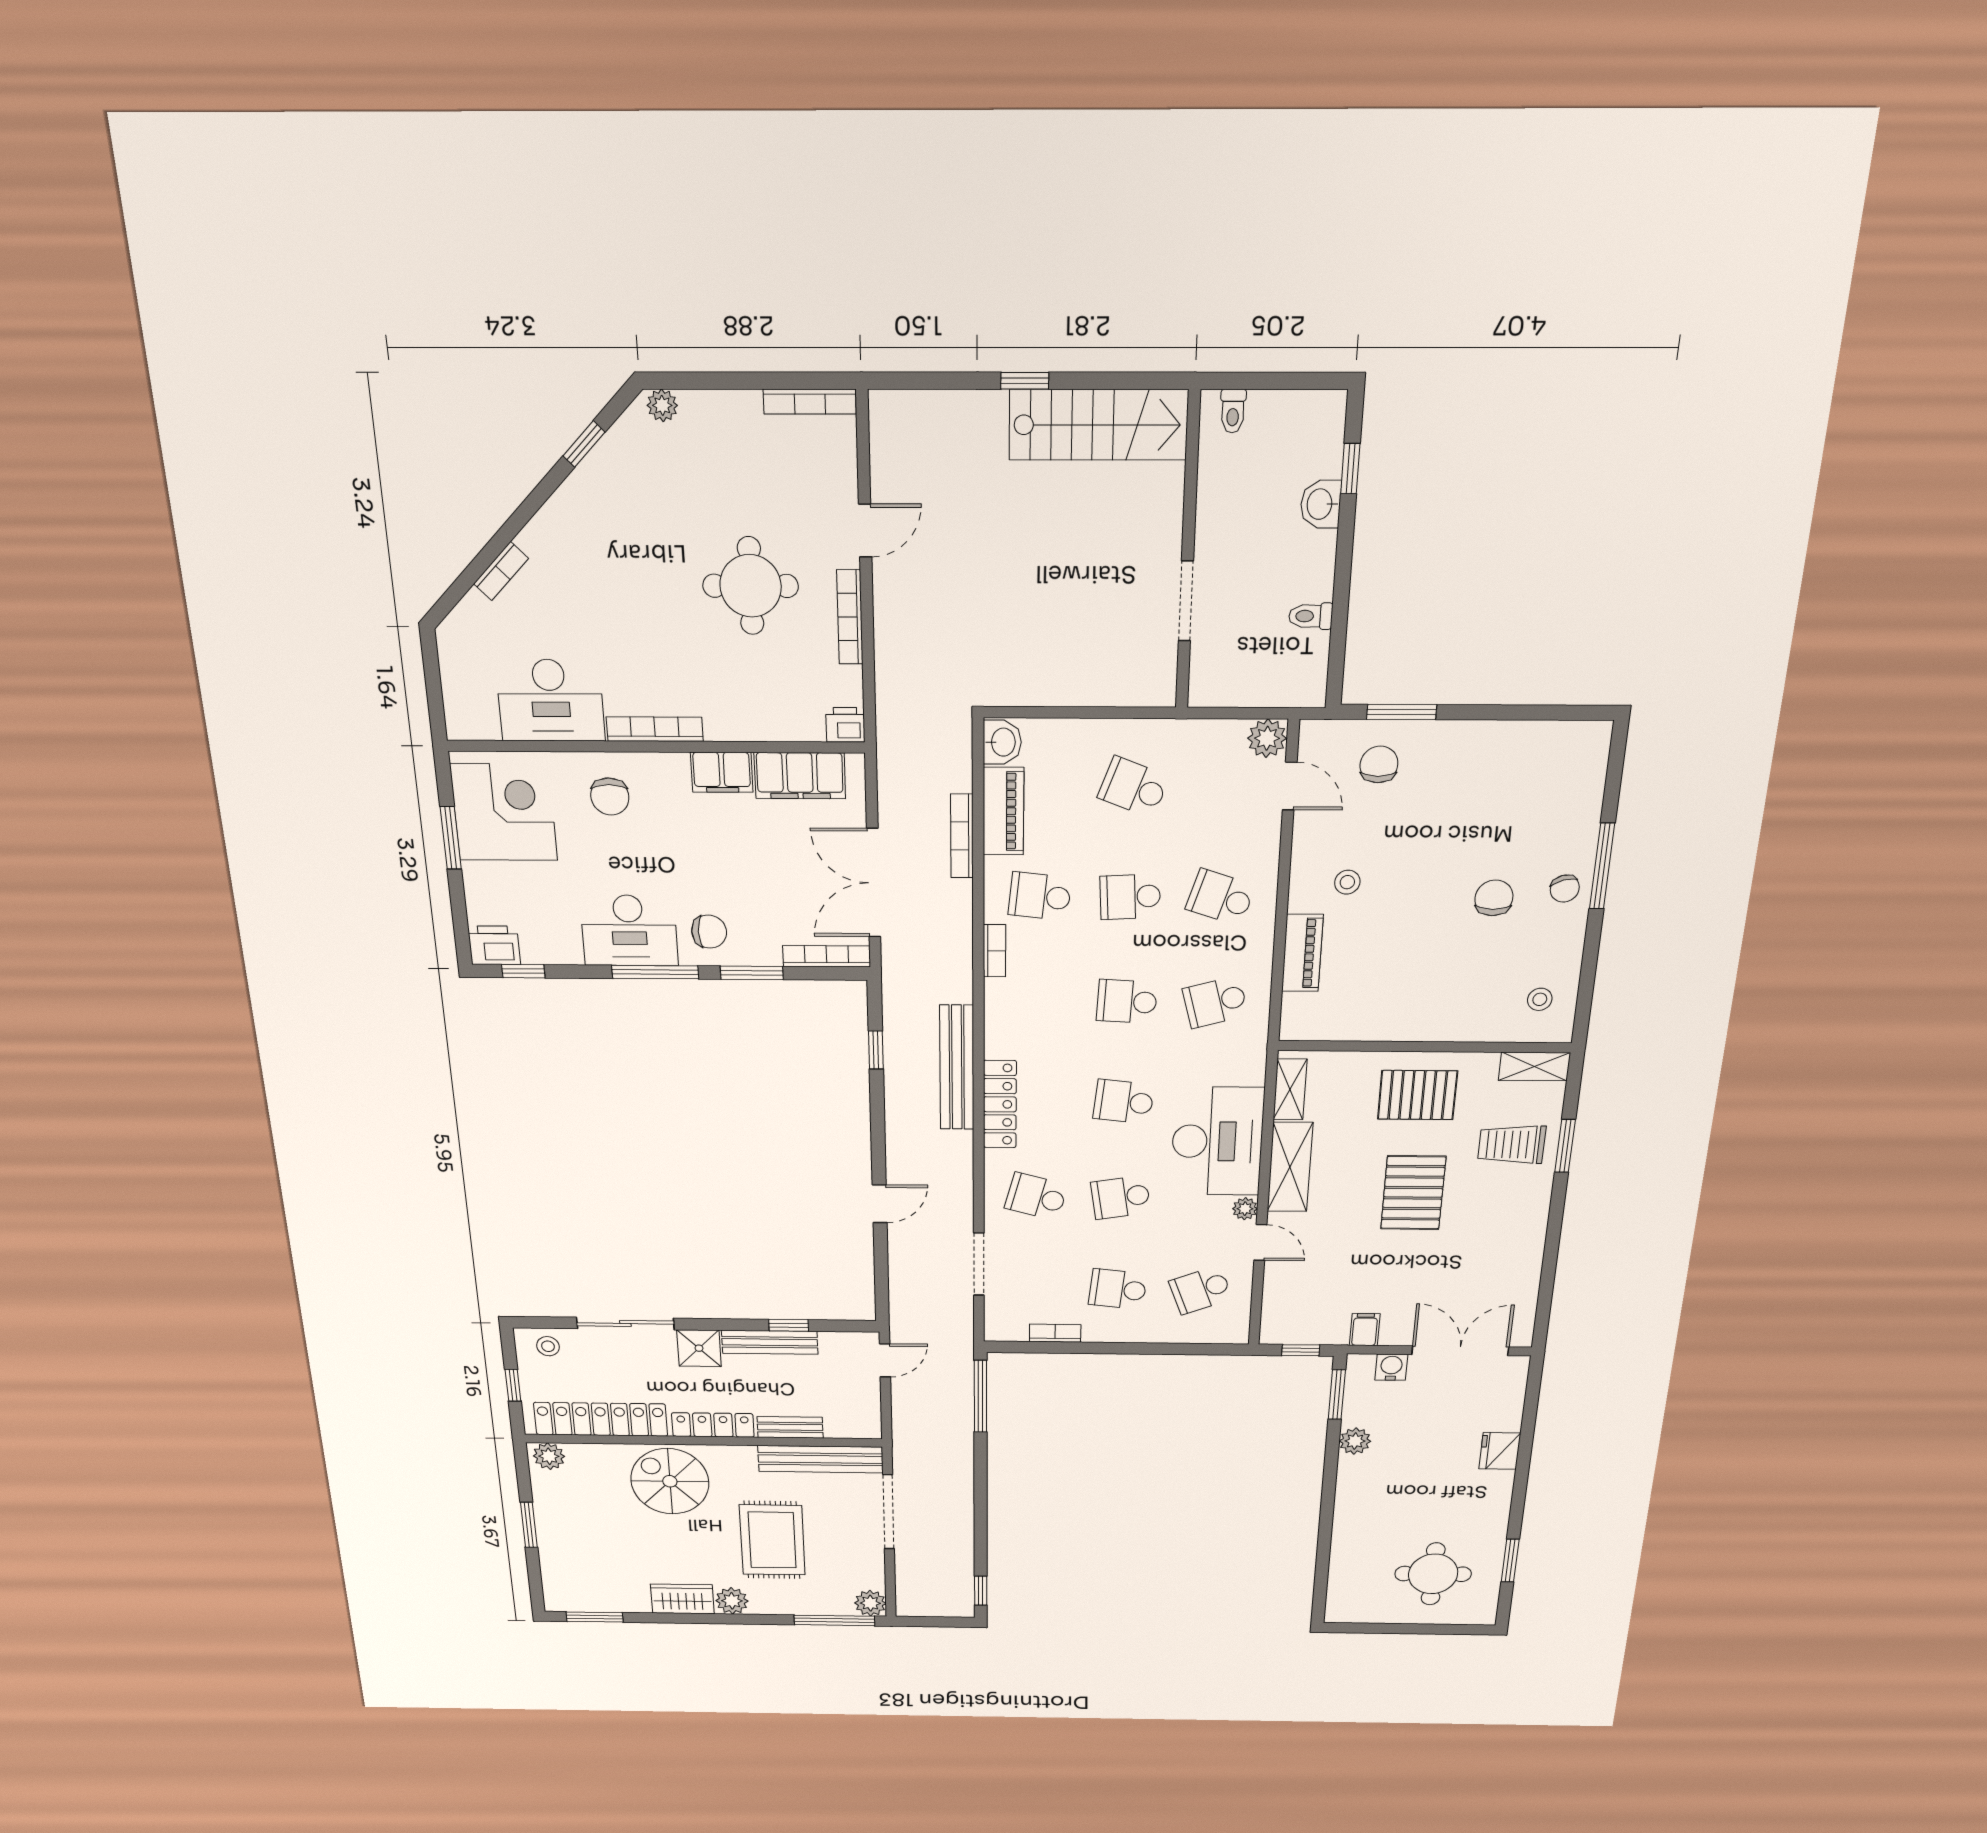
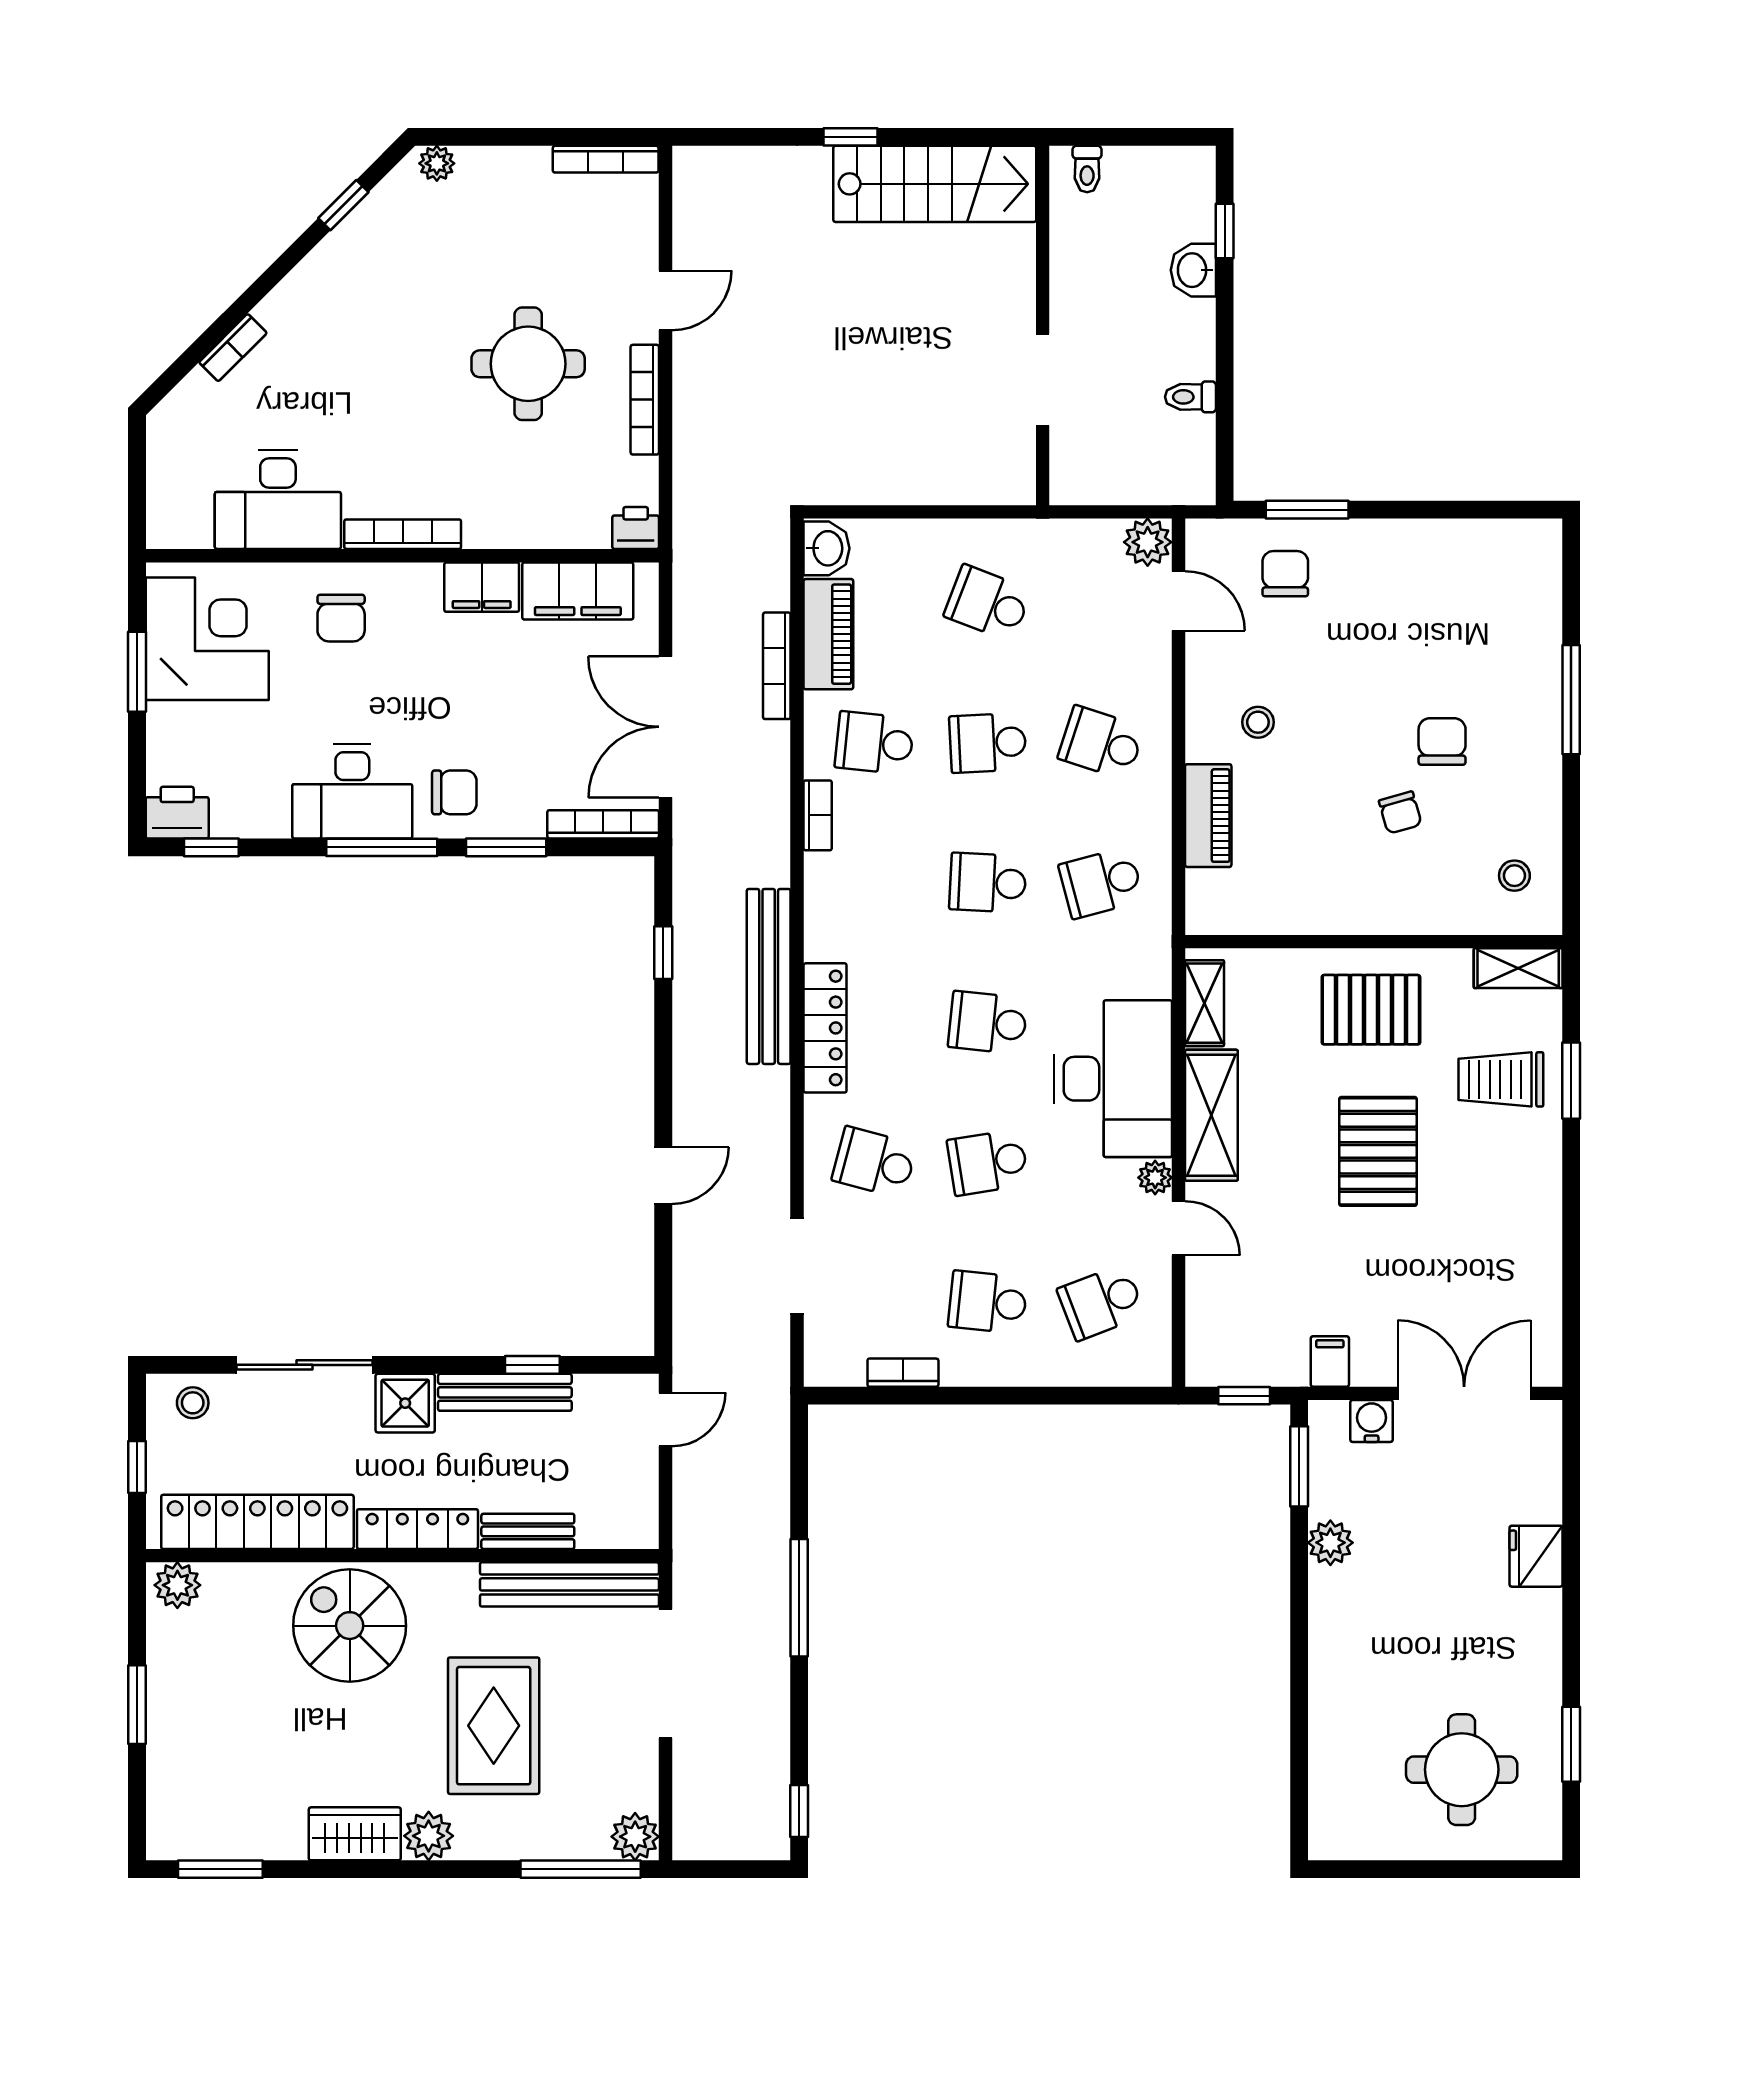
chair: (1565, 889) -> (1400, 813), moved
window: (980, 1396) -> (799, 1598), moved

